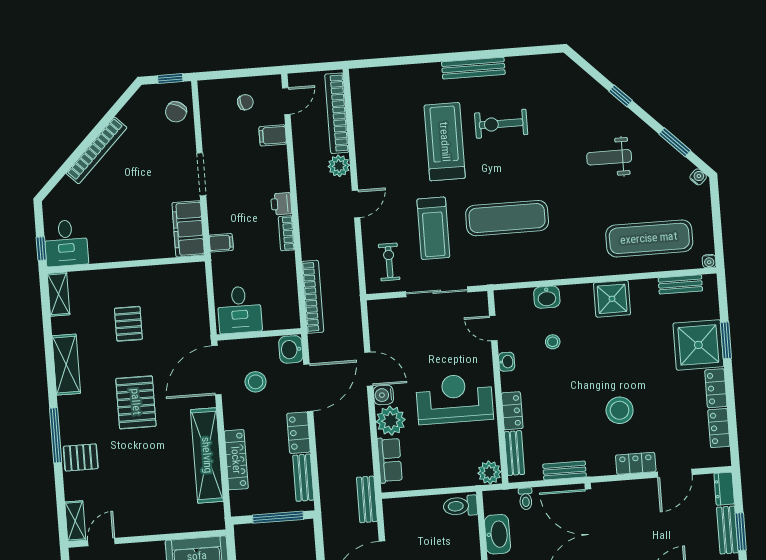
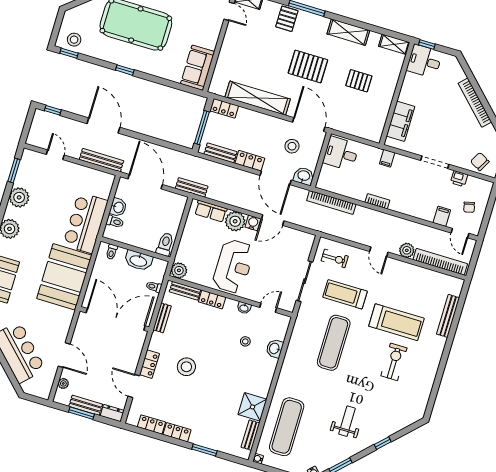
bench: (473, 68) -> (448, 316), moved
printer: (281, 204) -> (459, 179), moved, turned 180
filing cabinet: (188, 229) -> (400, 121), moved, turned 90
shower: (612, 299) -> (252, 407), moved
shower: (698, 345) -> (208, 432), removed
locker: (236, 460) -> (224, 108), moved, width x0.66

